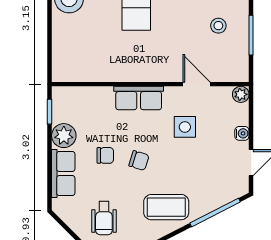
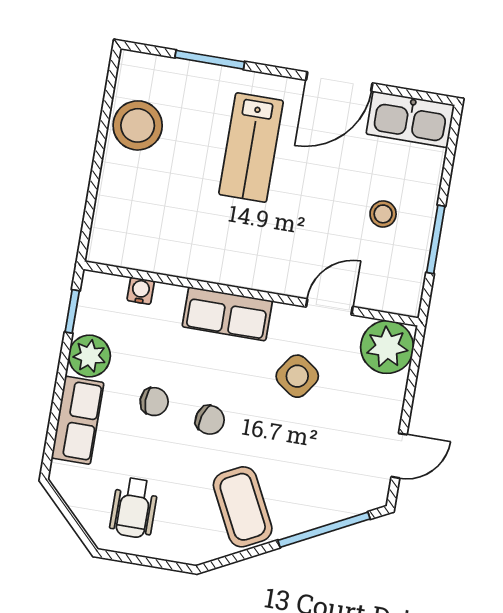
door: (197, 84) -> (329, 307), hinge flipped
plant: (241, 94) -> (387, 347), width x1.88, depth x1.88
side table: (185, 127) -> (297, 376), turned 35
water cooler: (242, 133) -> (141, 291), moved, turned -90
coffee table: (166, 207) -> (243, 507), turned 63

